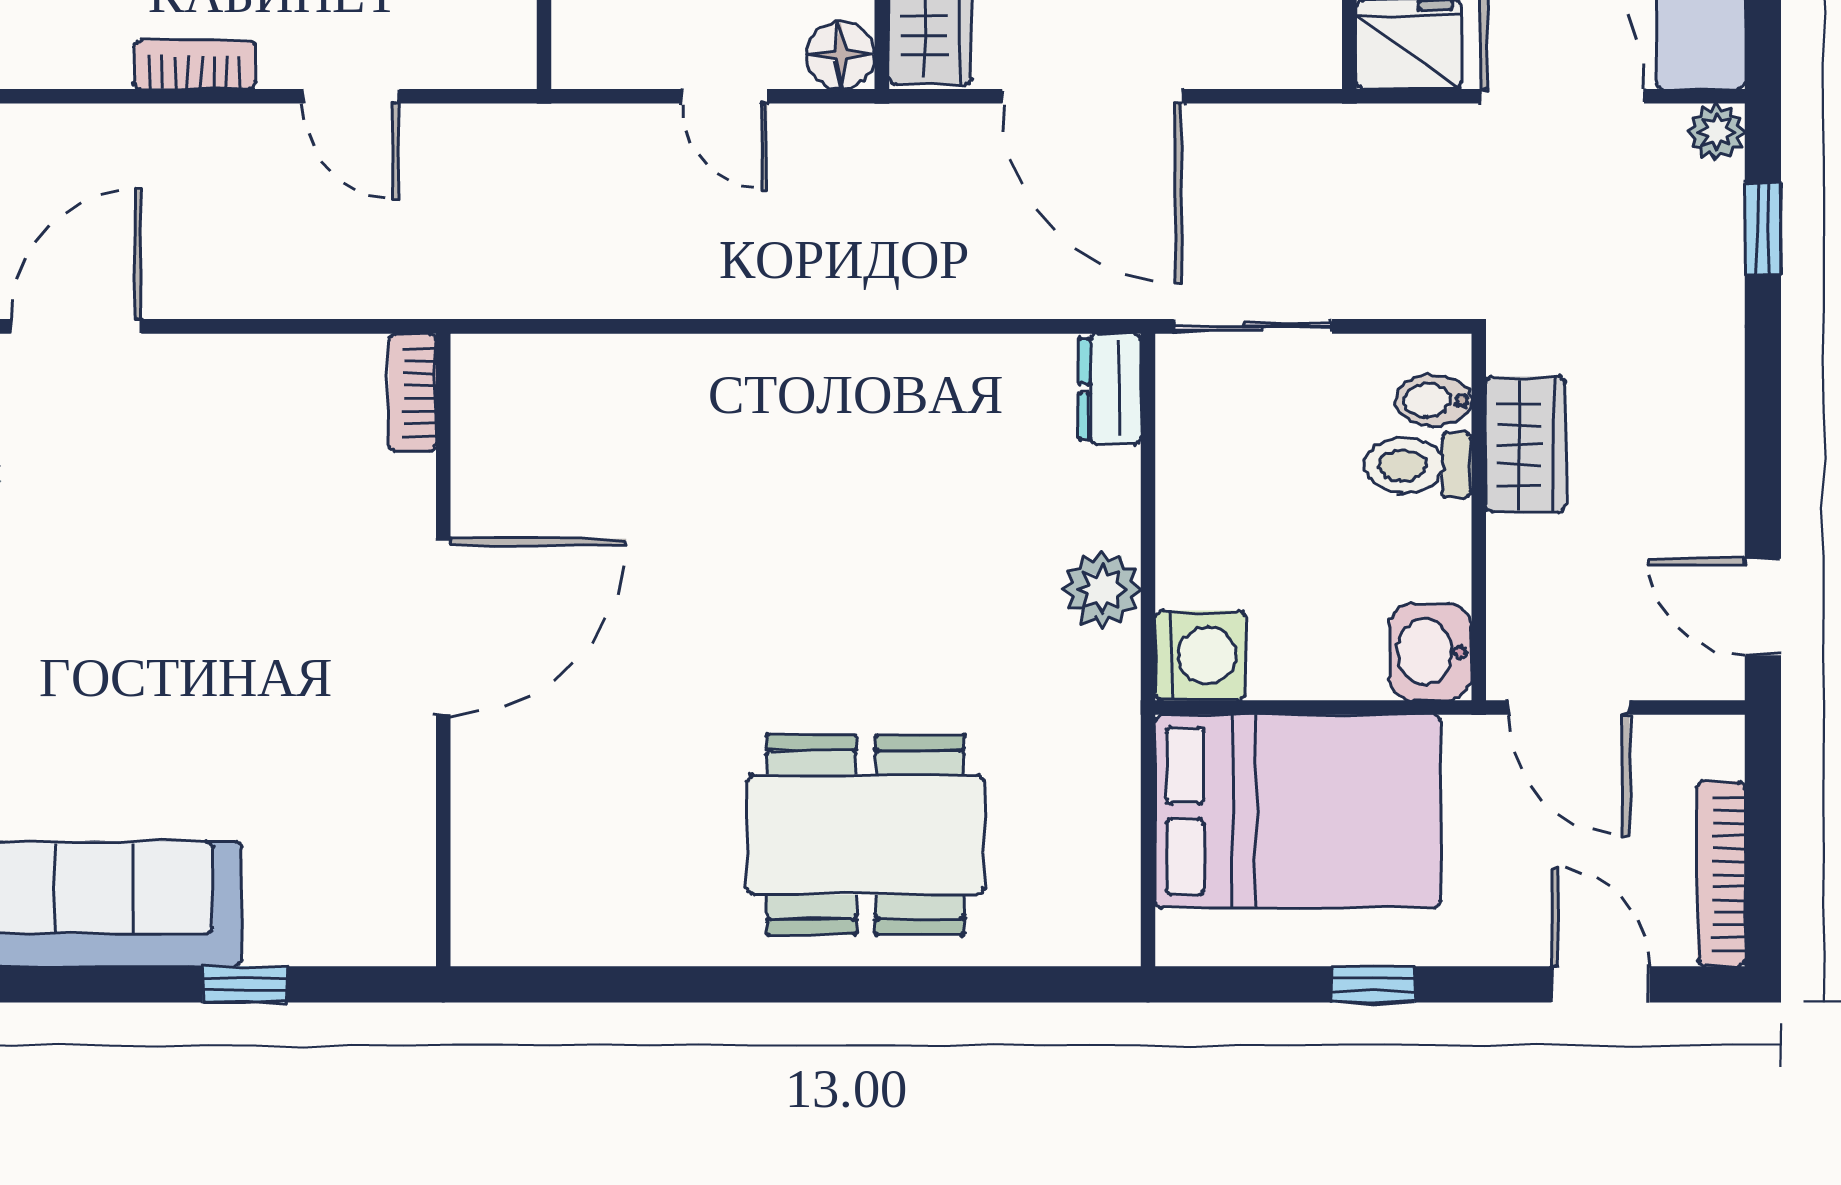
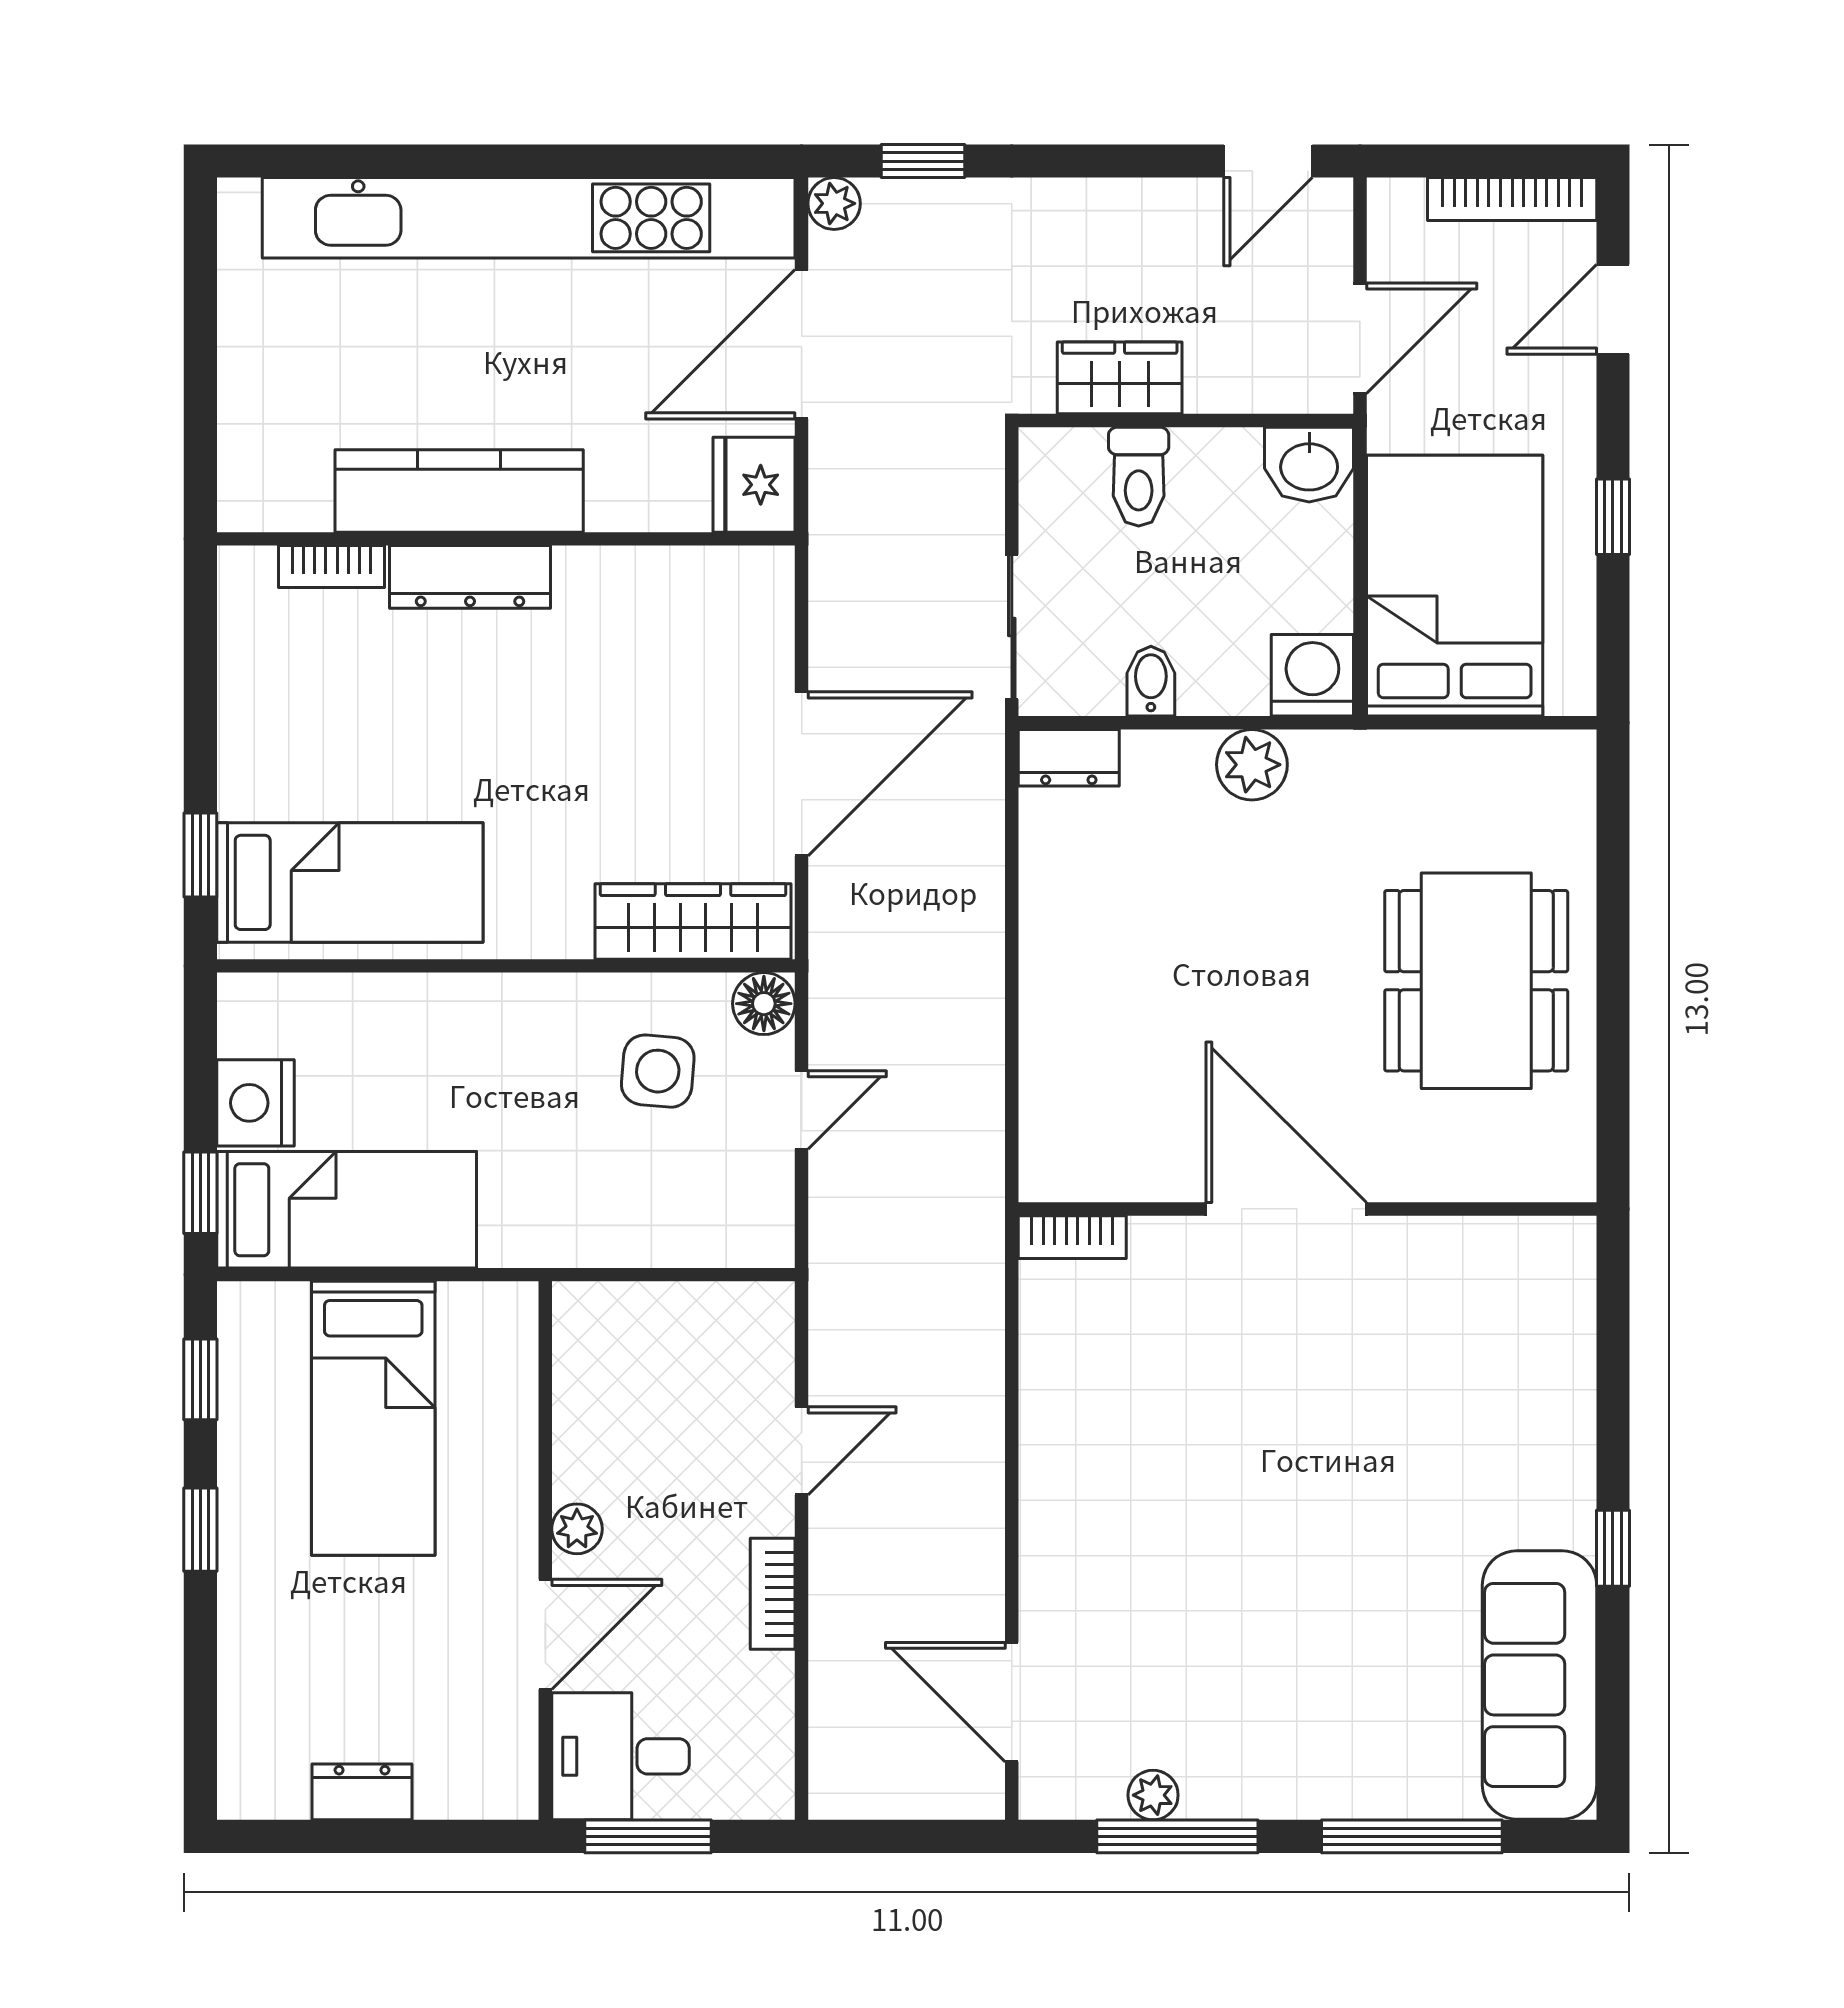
bookcase: (413, 392) -> (1072, 1237), moved
bidet: (1433, 400) -> (1151, 681), moved, turned 180
door: (443, 627) -> (1286, 1209), moved
wall: (443, 650) -> (1307, 1209), moved

